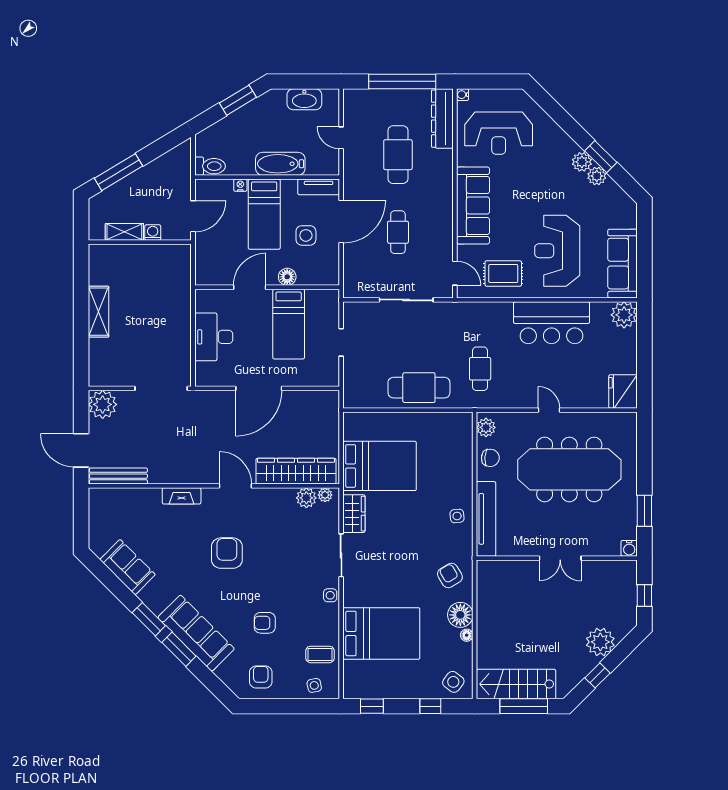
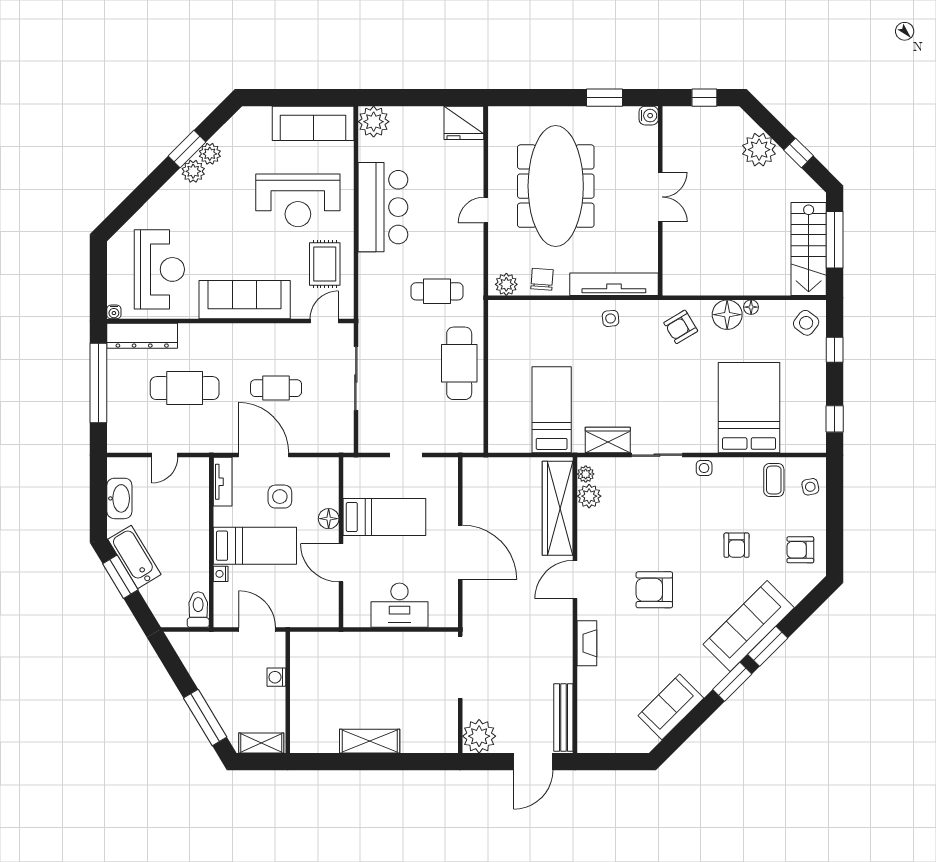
bathtub: (280, 164) -> (134, 557), moved, turned 149
shelving: (124, 232) -> (261, 743), moved, turned 90
bed: (380, 466) -> (552, 410), width x0.67

